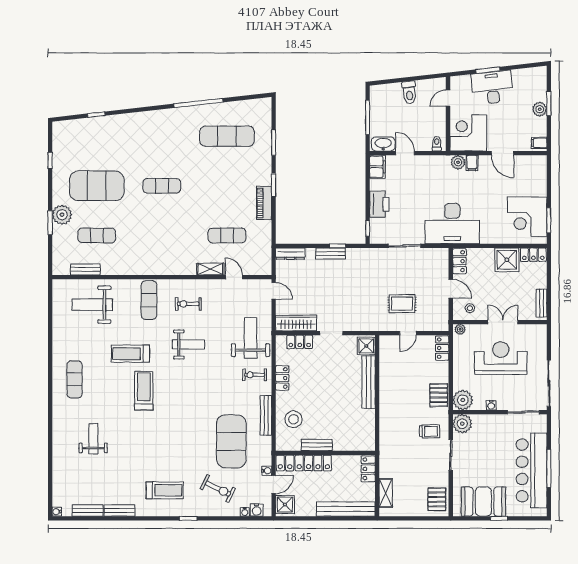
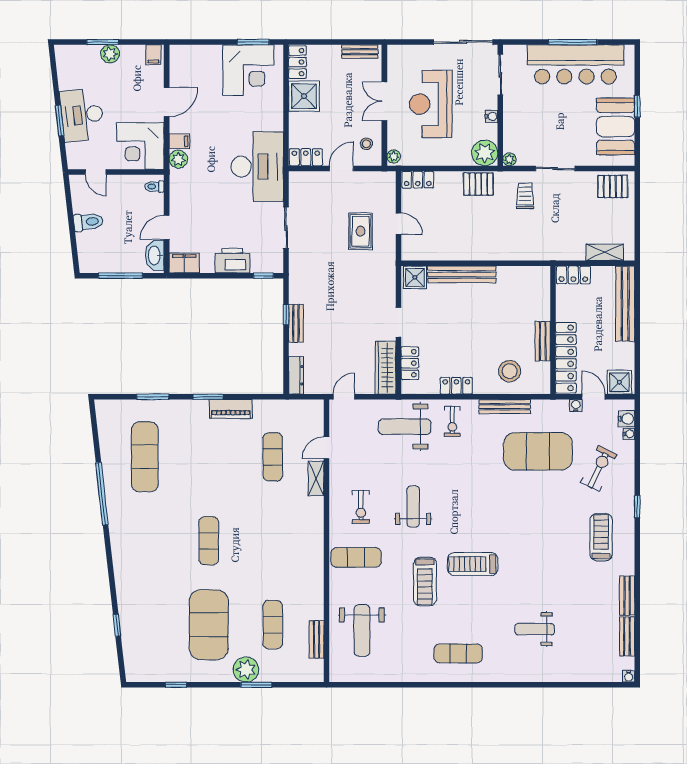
plant: (462, 424) -> (509, 159), width x0.53, depth x0.53

